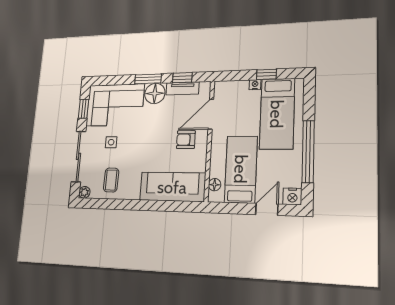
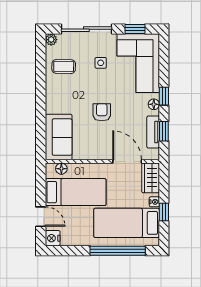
window: (148, 79) -> (164, 96), width x0.67
wardrobe: (229, 89) -> (151, 178), added
floor lamp: (155, 93) -> (154, 104), width x0.53, depth x0.53
armchair: (186, 140) -> (102, 112), moved
window: (308, 151) -> (118, 251), moved
sofa: (172, 187) -> (59, 137), width x0.73

